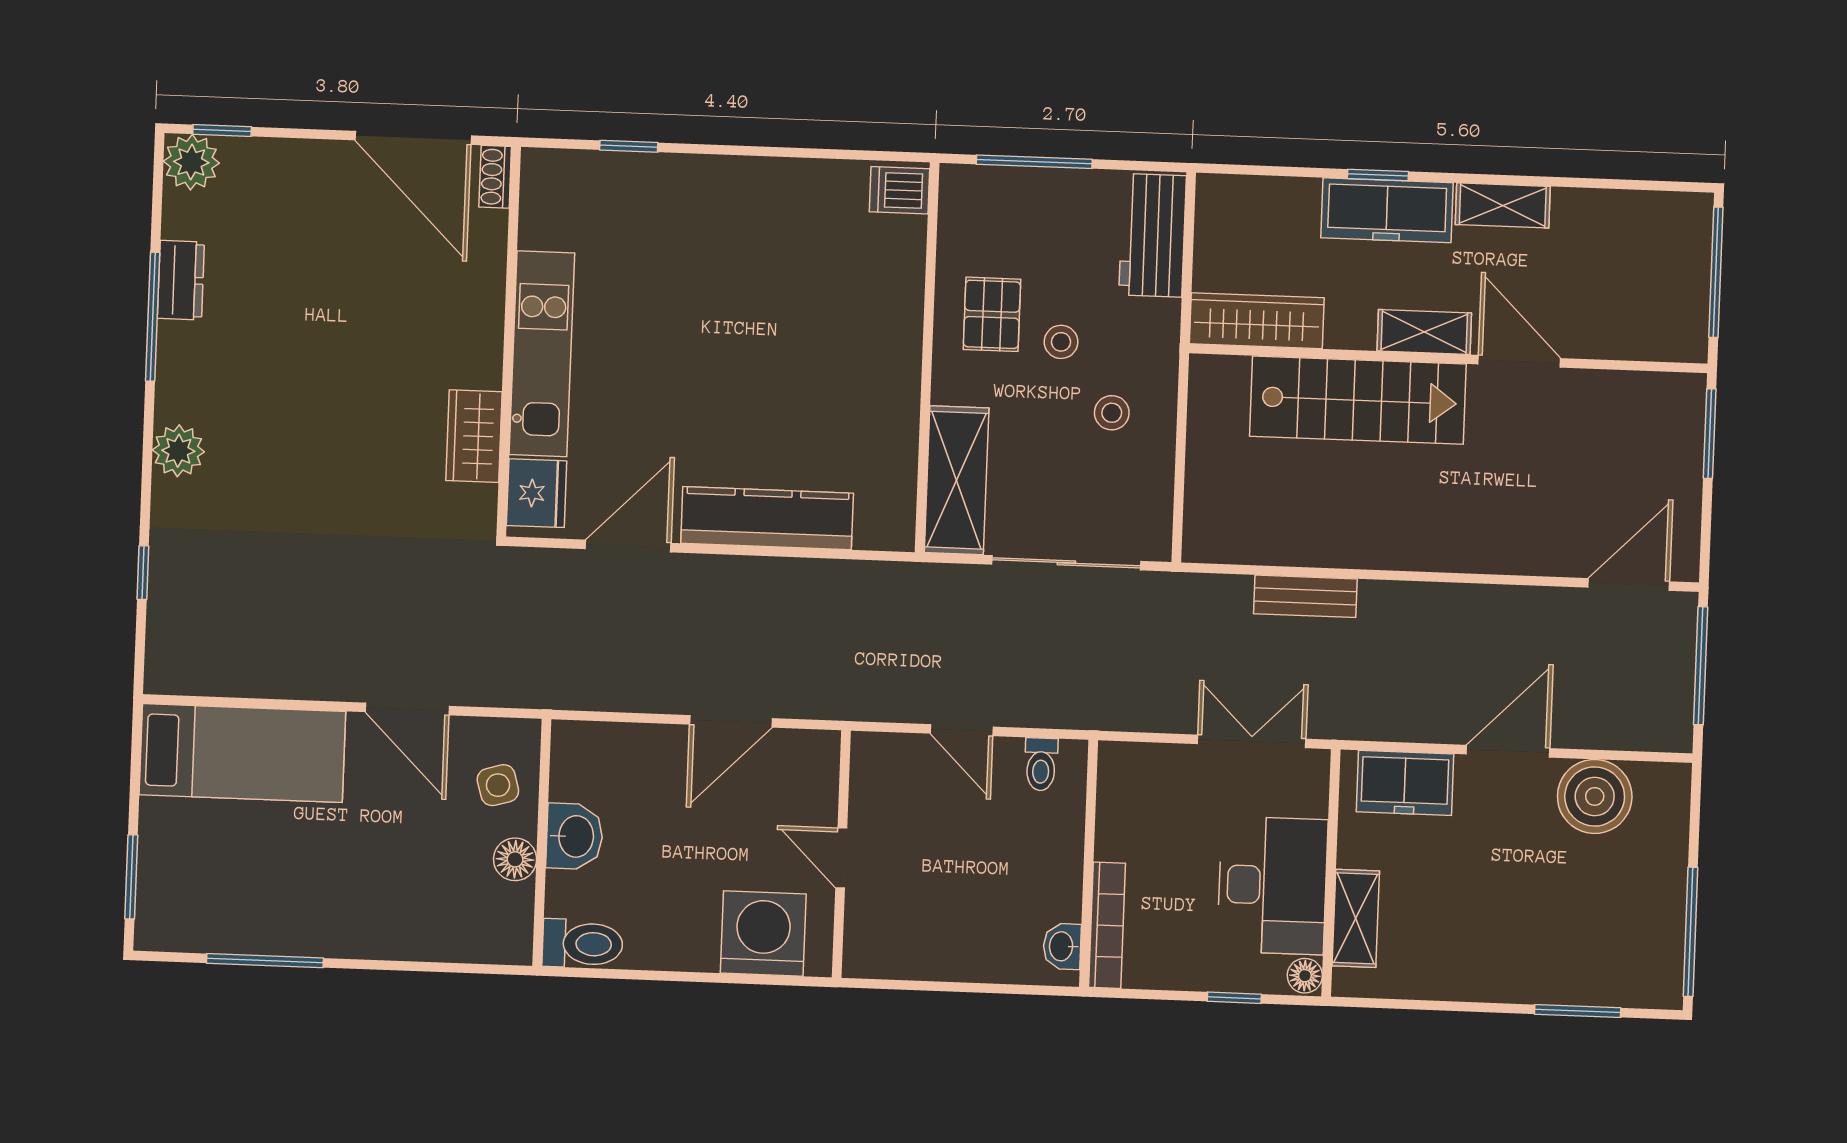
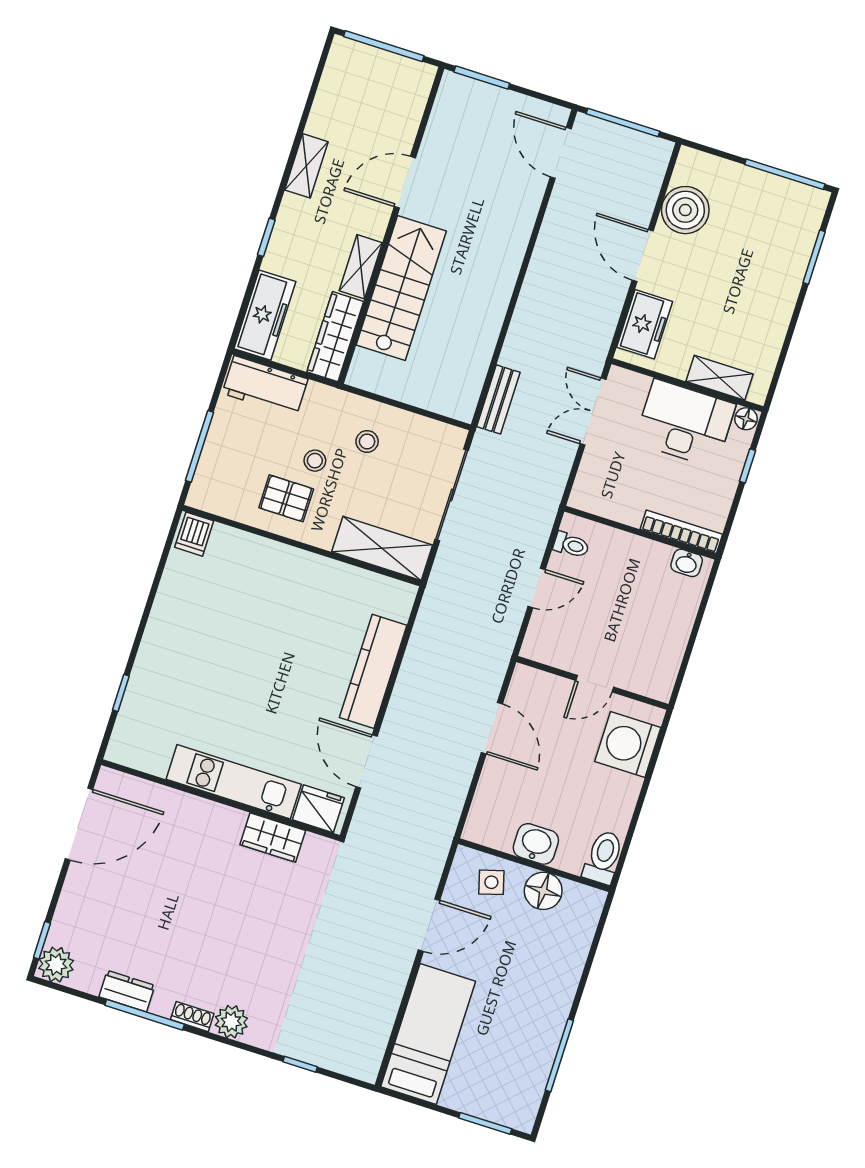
shoe rack: (495, 177) -> (192, 1017), moved, turned 180
freezer: (1387, 210) -> (265, 315), moved
shelving: (1424, 332) -> (361, 267), moved
bench: (1305, 596) -> (498, 399), moved
floor lamp: (515, 859) -> (543, 891), width x1.38, depth x1.38

